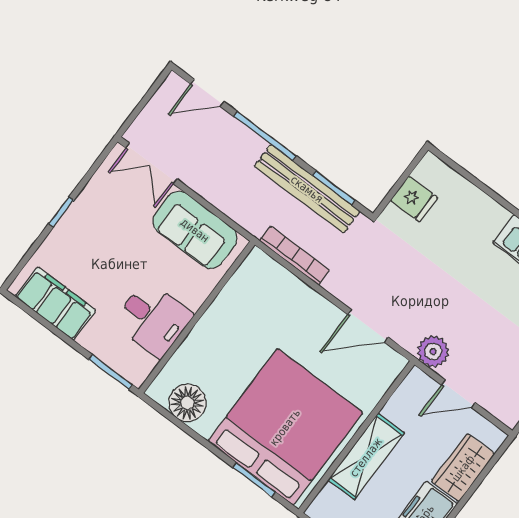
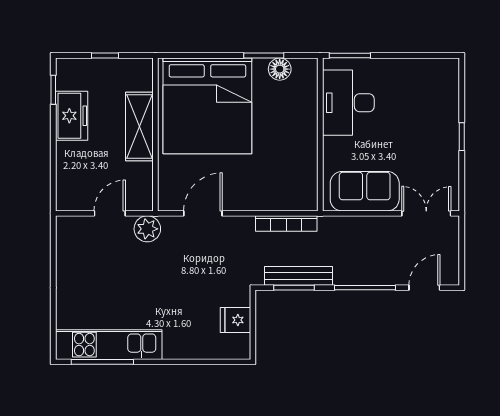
bench: (307, 189) -> (299, 276), width x0.73, depth x0.82
filing cabinet: (56, 303) -> (420, 74), removed
desk: (153, 319) -> (348, 103), width x1.37
floor lamp: (187, 403) -> (280, 69), width x0.73, depth x0.73
wardrobe: (463, 468) -> (70, 167), removed
window: (254, 480) -> (264, 56), moved

